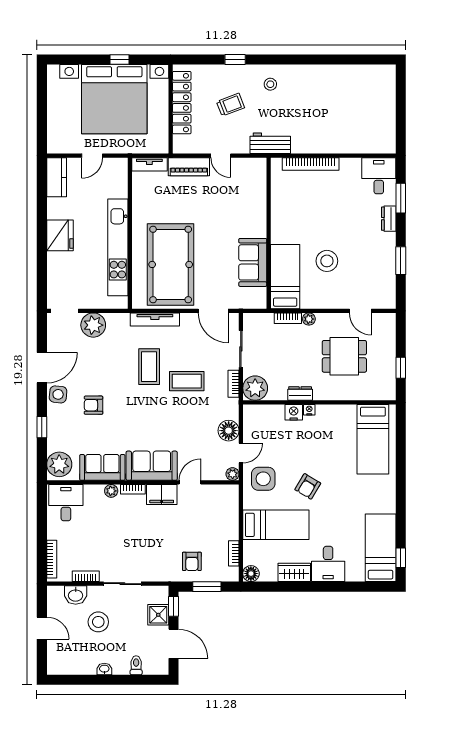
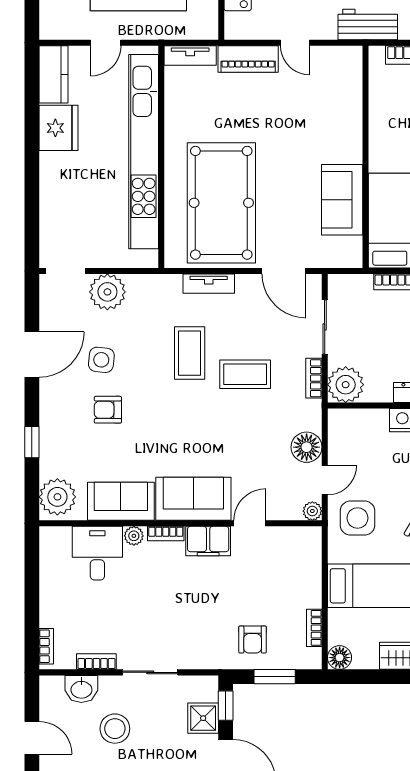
fridge: (60, 235) -> (58, 128), moved
kitchen unit: (118, 247) -> (144, 152), width x1.36
tv unit: (155, 319) -> (209, 284), width x0.71
side table: (58, 394) -> (101, 360), moved
desk: (66, 503) -> (97, 553), moved
bookcase: (52, 559) -> (46, 646), width x0.64

